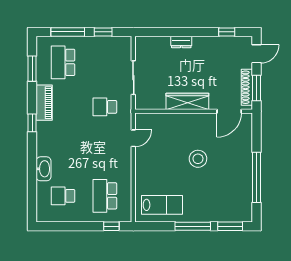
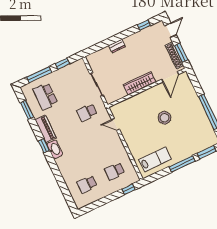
door: (133, 138) -> (115, 124), swing flipped
washbasin: (44, 169) -> (55, 149), moved
school desk: (105, 196) -> (115, 171), width x0.54

